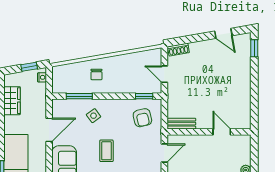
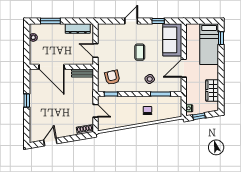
door: (223, 33) -> (50, 142), hinge flipped
window: (254, 48) -> (27, 101), moved
door: (222, 132) -> (52, 67), width x1.88
door: (164, 153) -> (95, 50), hinge flipped

